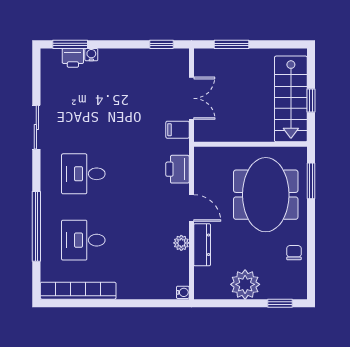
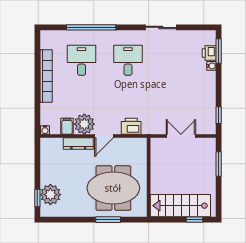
double door: (191, 98) -> (181, 136), swing flipped
window: (311, 101) -> (194, 220), moved
filing cabinet: (178, 130) -> (67, 126), moved
window: (311, 181) -> (108, 220), moved
plant: (181, 243) -> (84, 124), width x1.87, depth x1.87
chair: (294, 253) -> (73, 208), removed
plant: (245, 284) -> (50, 195), moved
bookcase: (78, 291) -> (46, 76), moved

